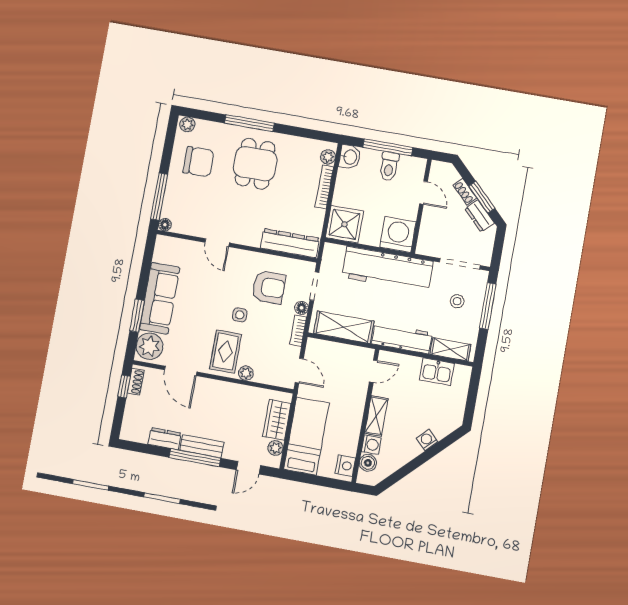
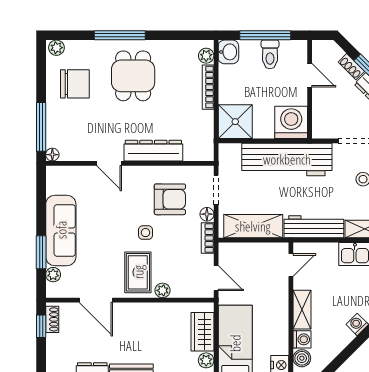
dresser: (290, 243) -> (153, 151), moved
plant: (149, 346) -> (53, 275), width x0.53, depth x0.53

